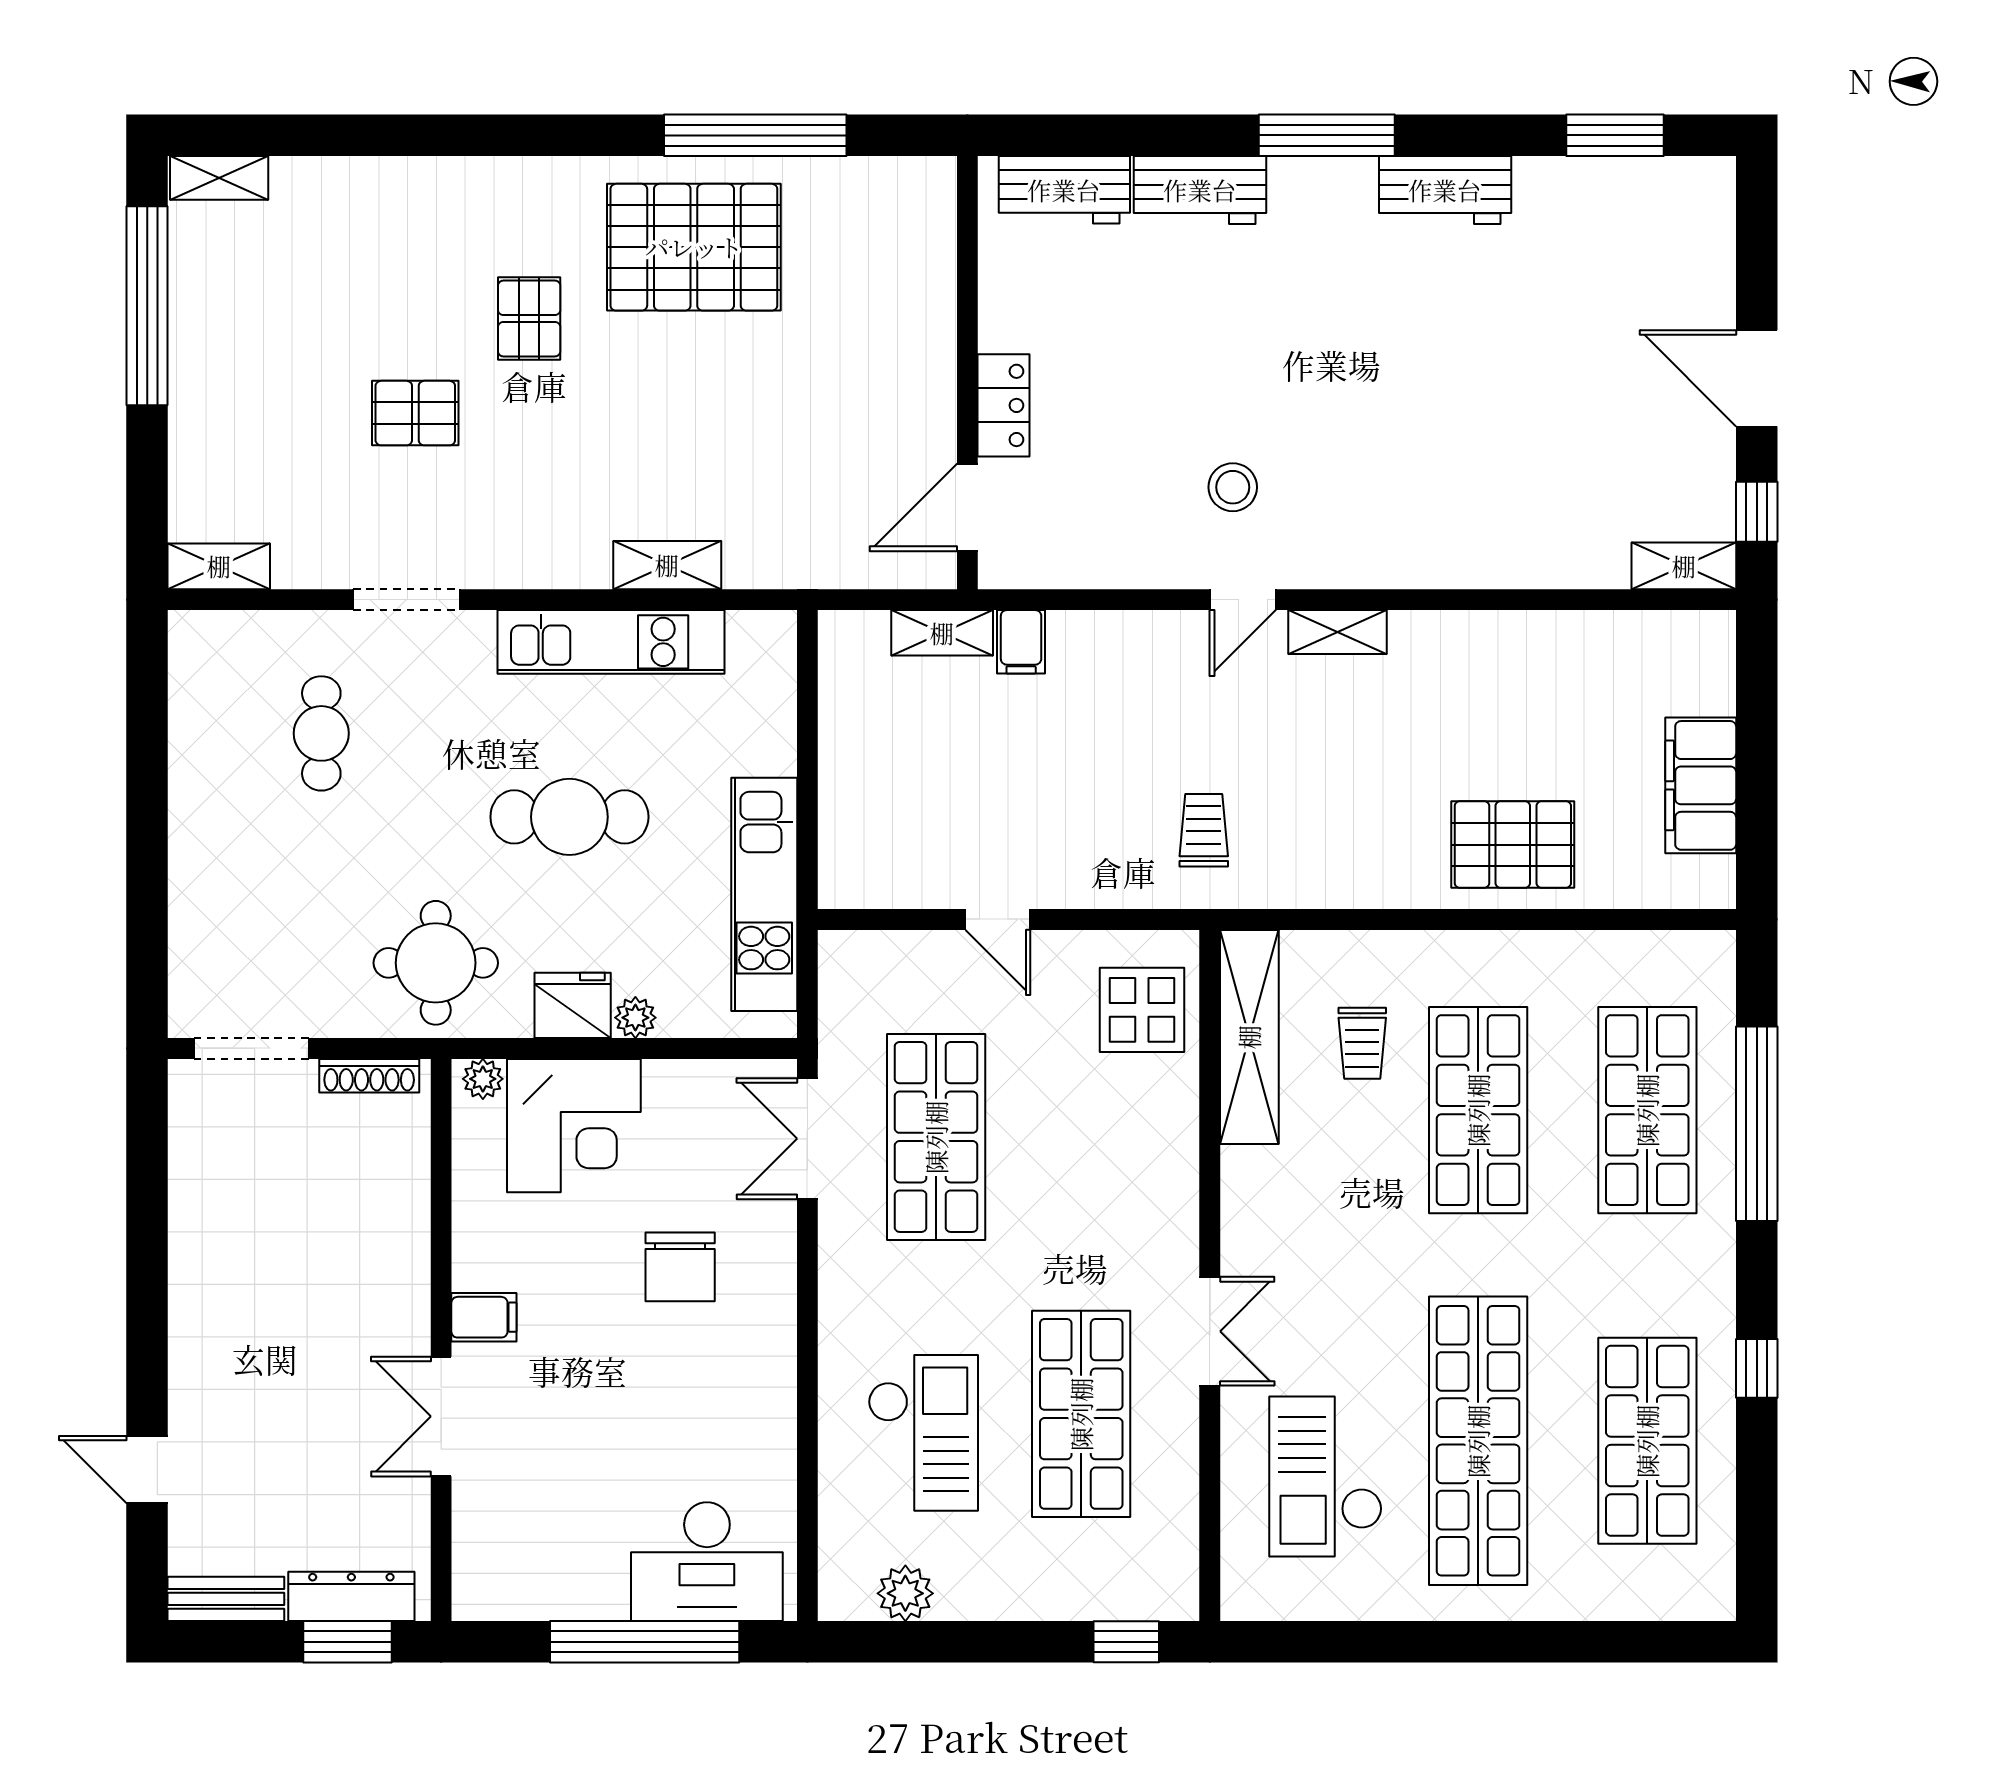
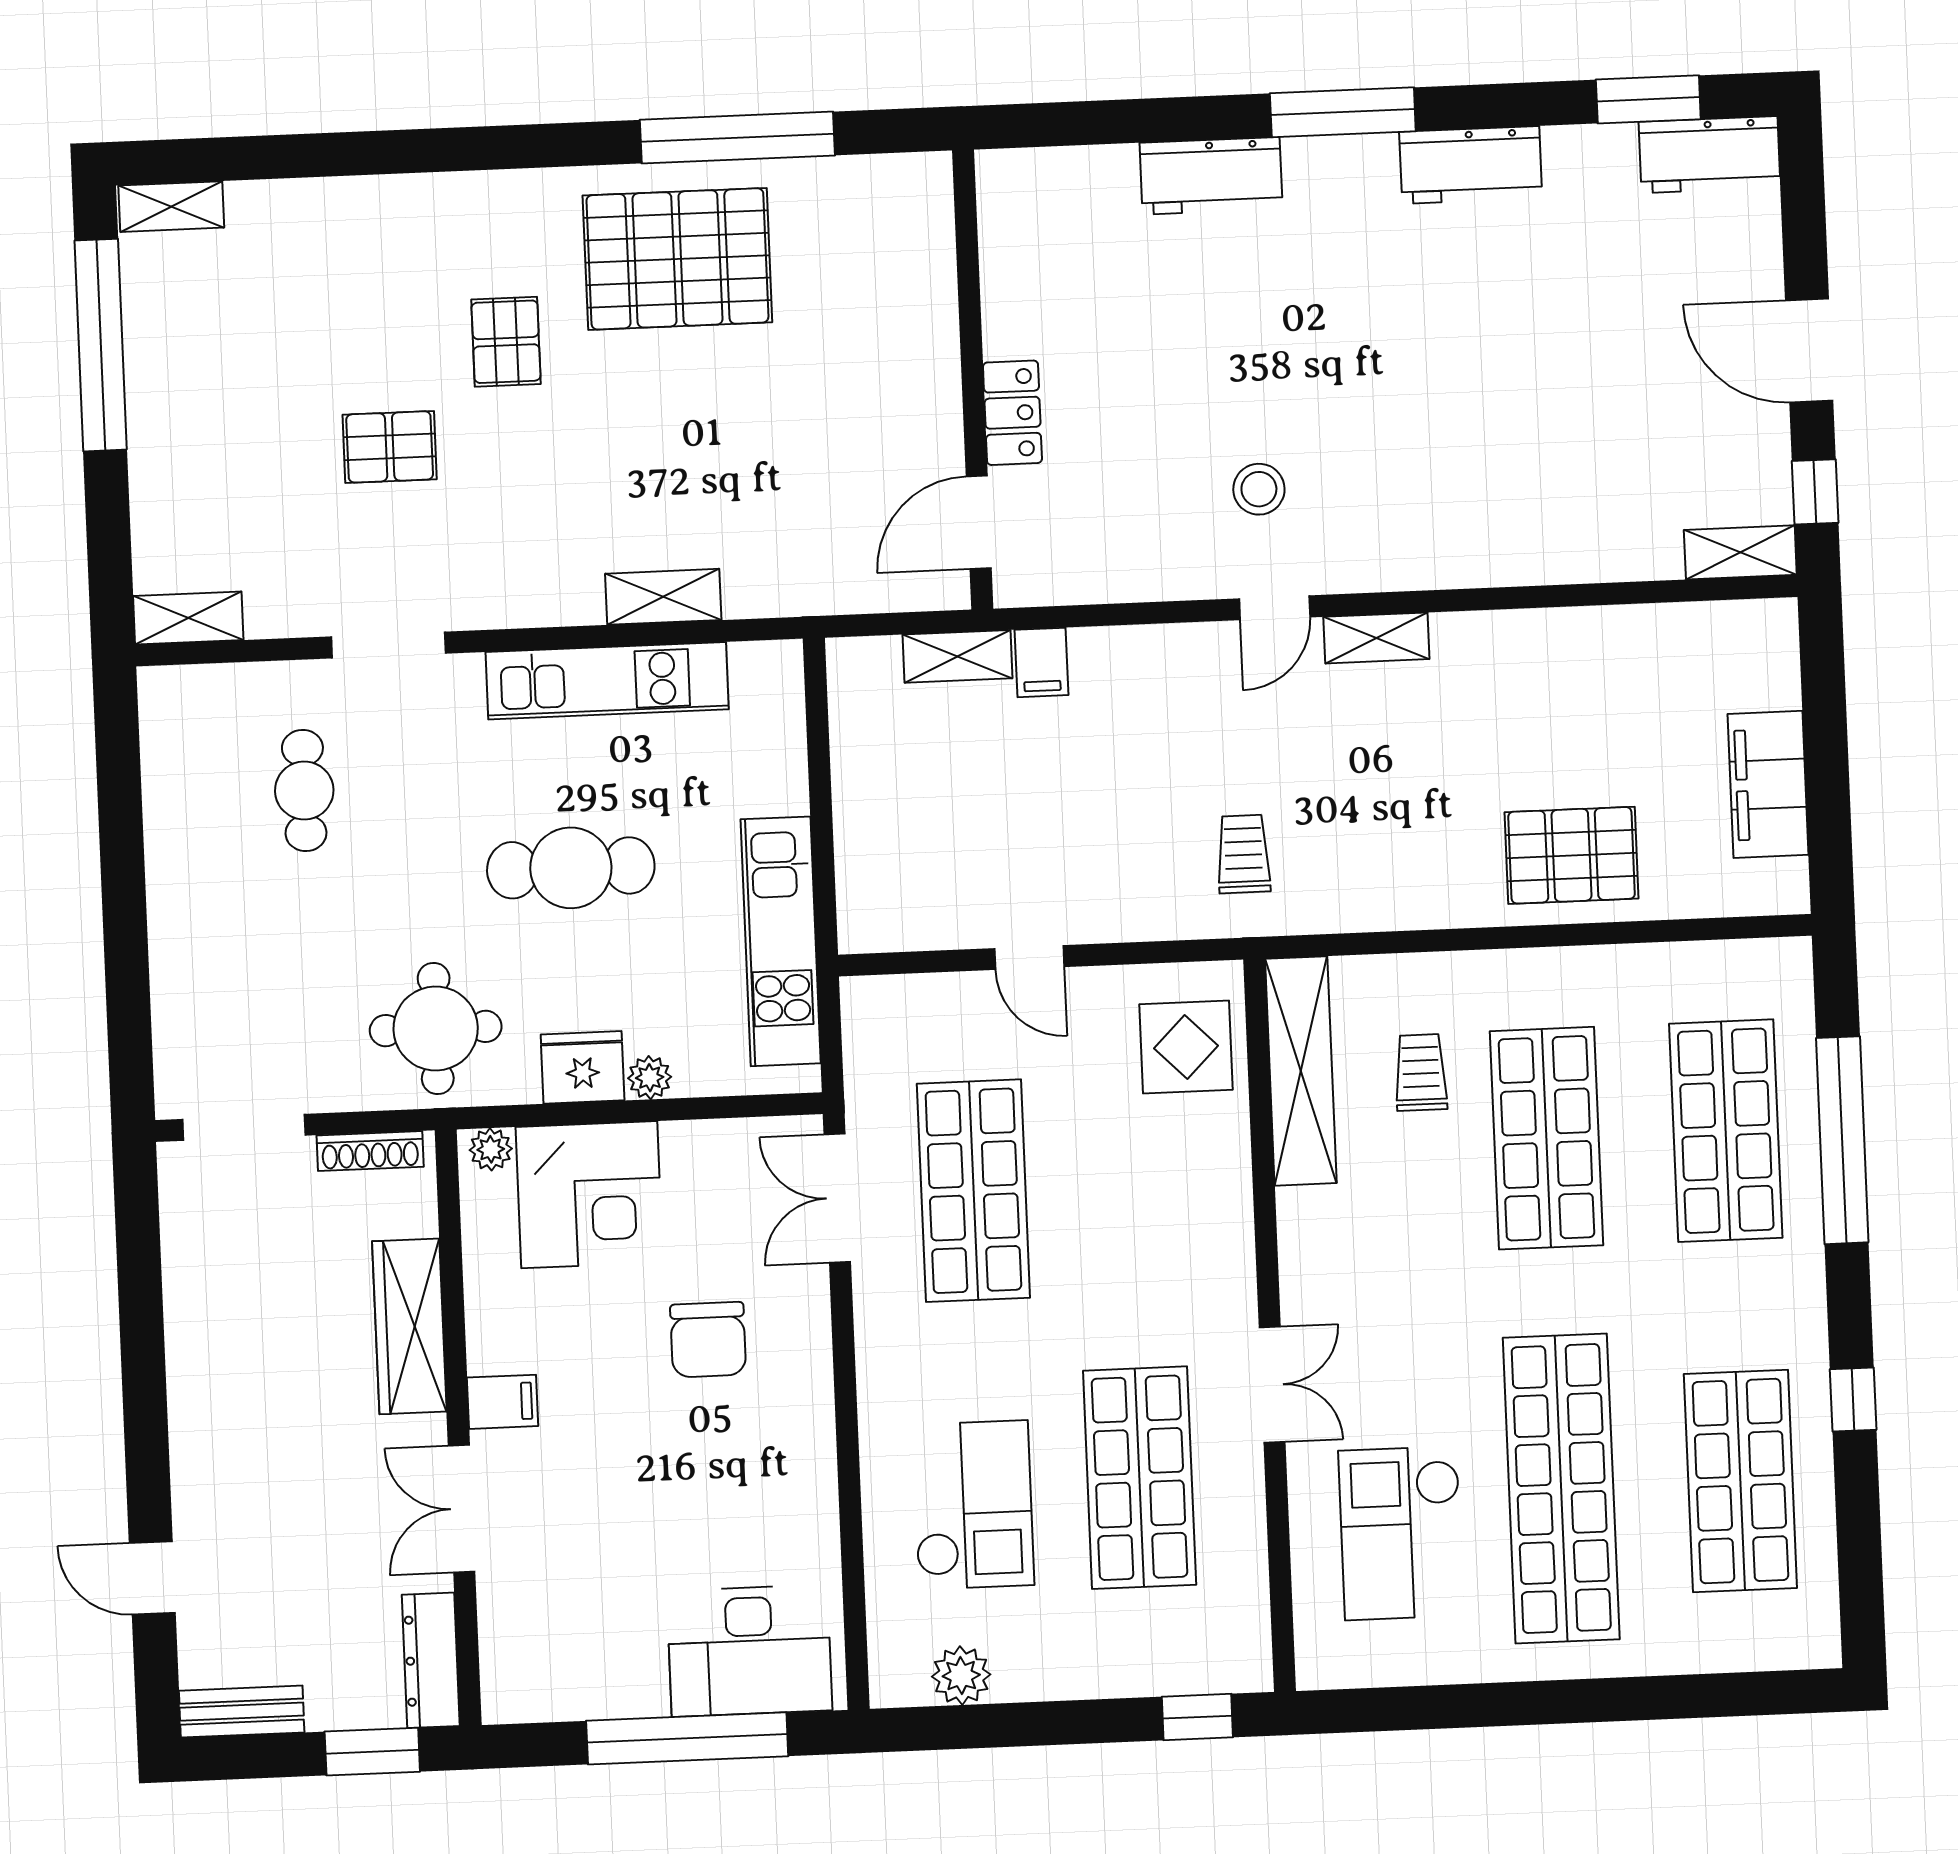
workbench: (1064, 190) -> (1710, 155), moved
trolley: (1362, 1043) -> (1421, 1072), turned 180
wardrobe: (399, 1243) -> (409, 1326), added
dresser: (351, 1596) -> (431, 1660), moved, turned -90

